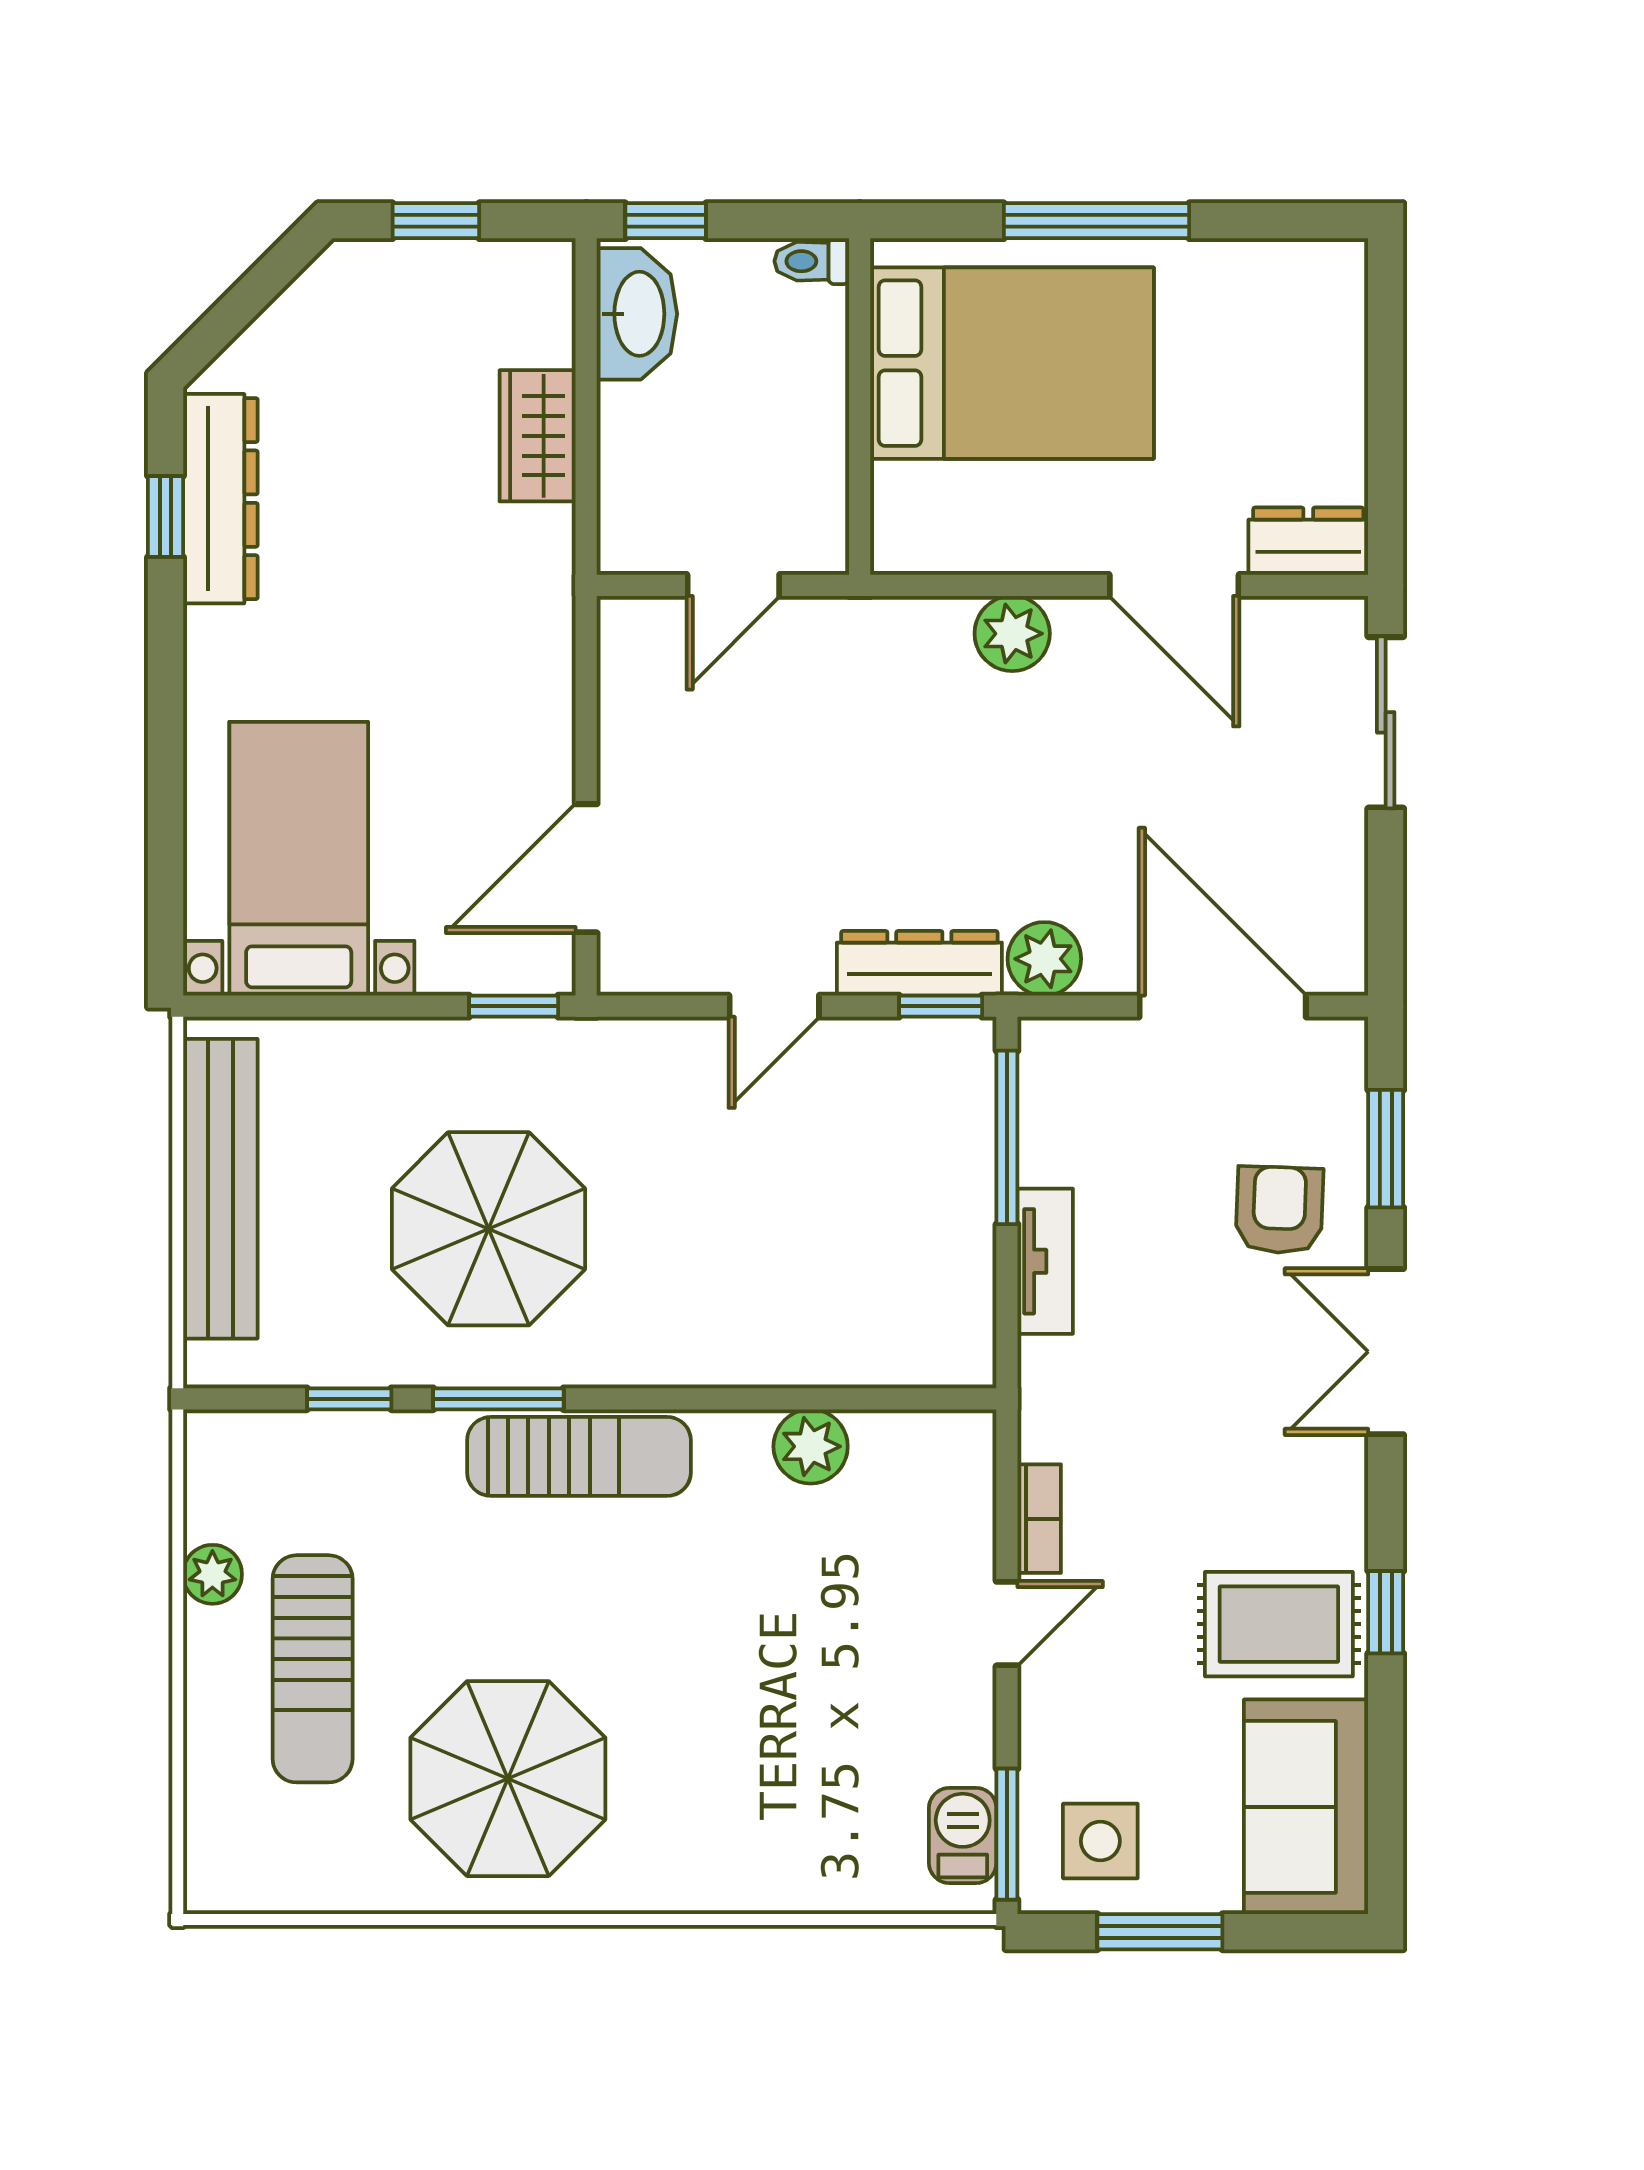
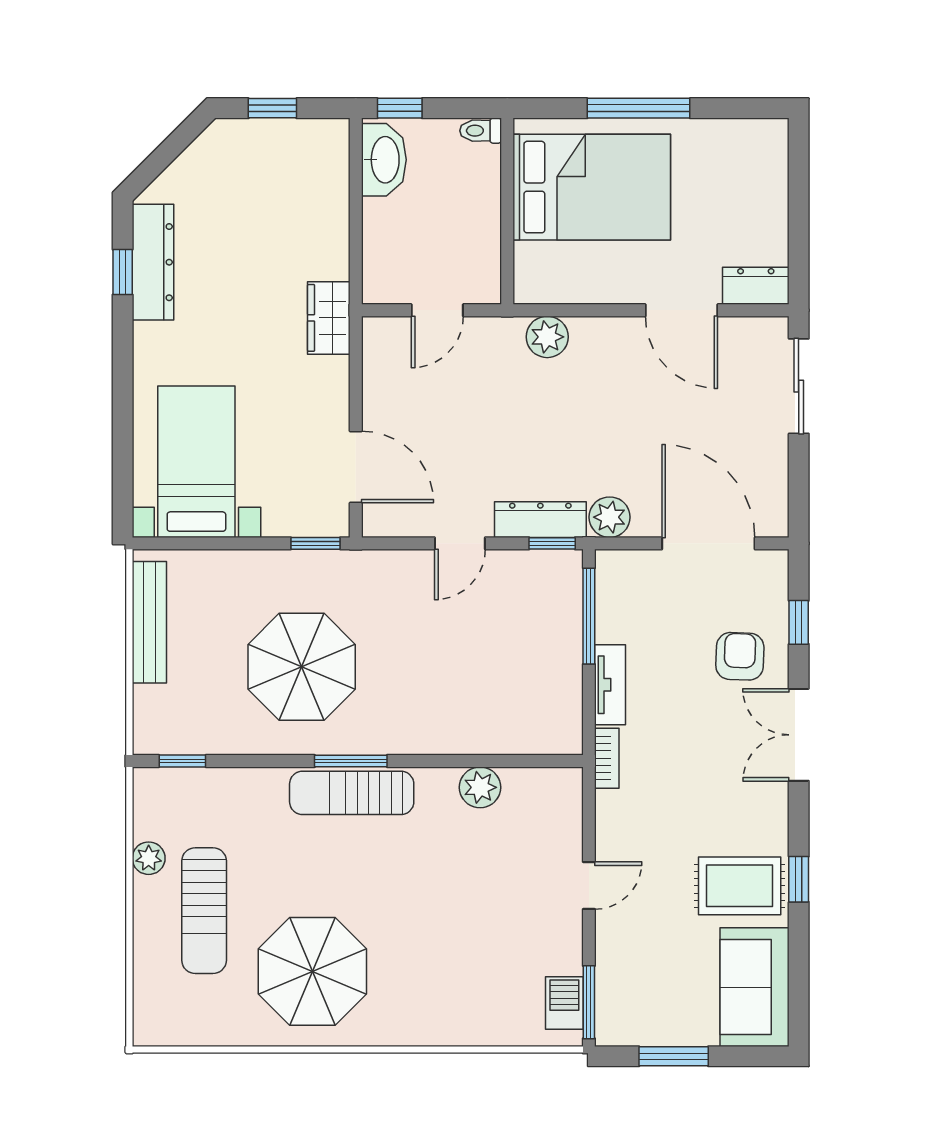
wardrobe: (538, 436) -> (329, 318), moved
plant: (1012, 634) -> (547, 337), moved
door: (586, 868) -> (356, 467), swing flipped
window: (1386, 1149) -> (799, 622), width x0.67
bench: (220, 1189) -> (149, 622), width x0.73, depth x0.82
window: (349, 1399) -> (182, 761), moved
window: (498, 1399) -> (351, 761), moved
sun lounger: (579, 1456) -> (352, 793), turned 180
bookcase: (1039, 1519) -> (607, 758), moved
side table: (1100, 1841) -> (641, 1006), removed

